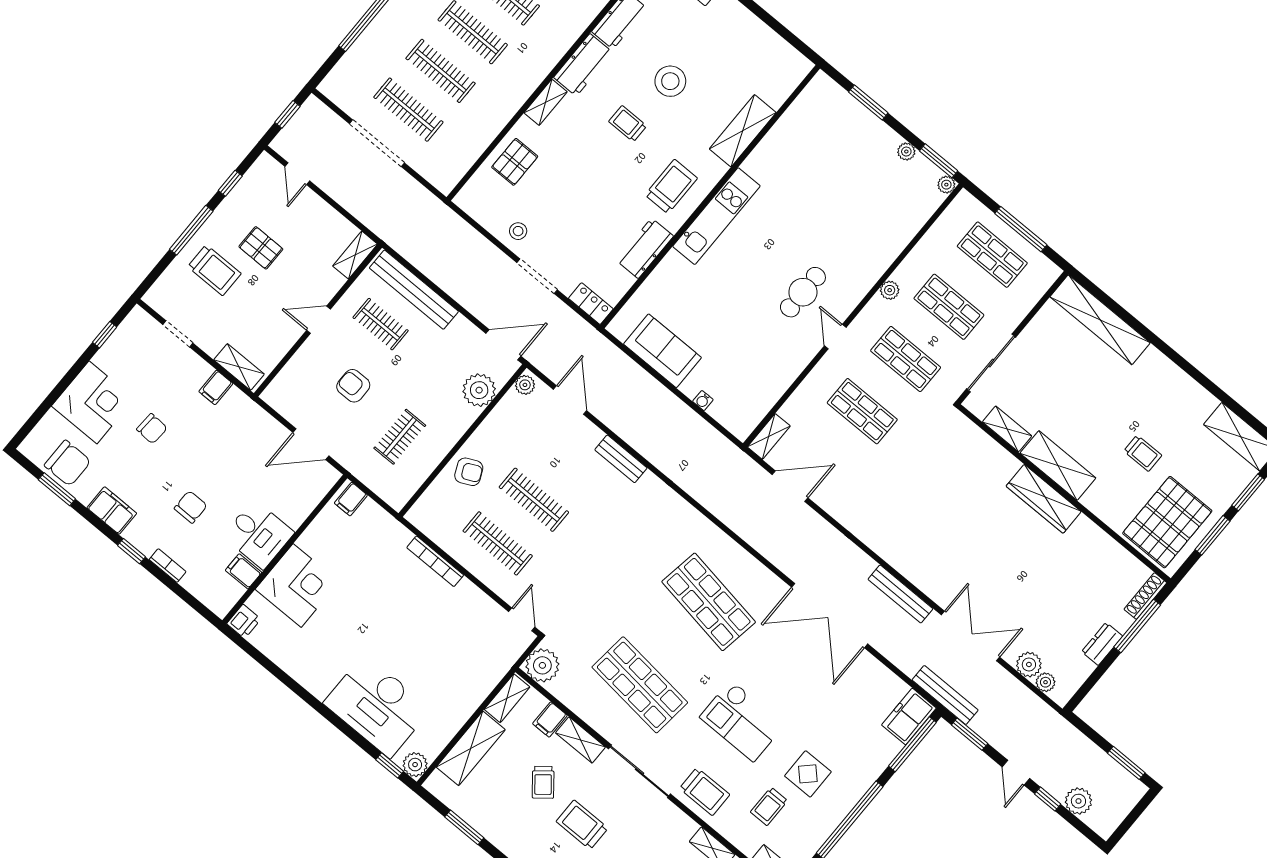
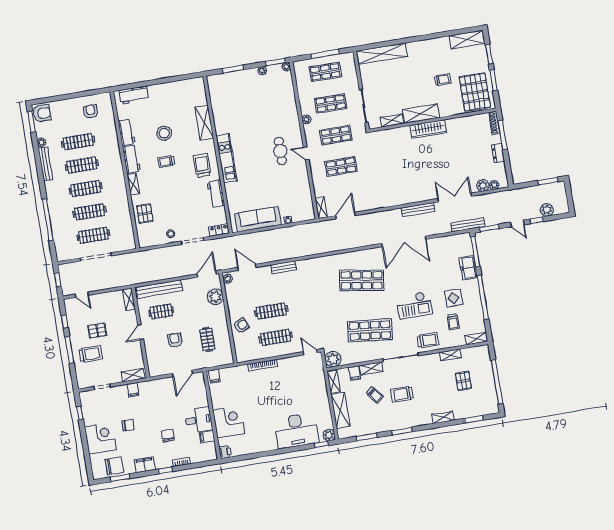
sofa: (662, 351) -> (258, 219), width x1.36
armchair: (353, 386) -> (175, 340), turned 90
freezer: (909, 716) -> (468, 268), moved

